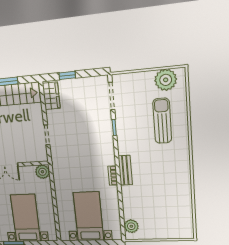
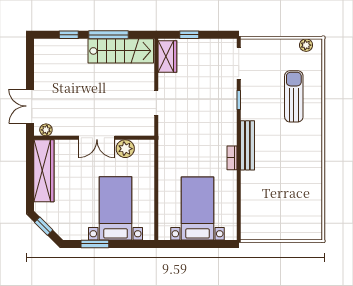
plant: (166, 80) -> (306, 45), width x0.53, depth x0.53
bench: (125, 170) -> (247, 145), width x1.36
plant: (42, 172) -> (125, 149), moved
plant: (131, 226) -> (249, 223), removed

